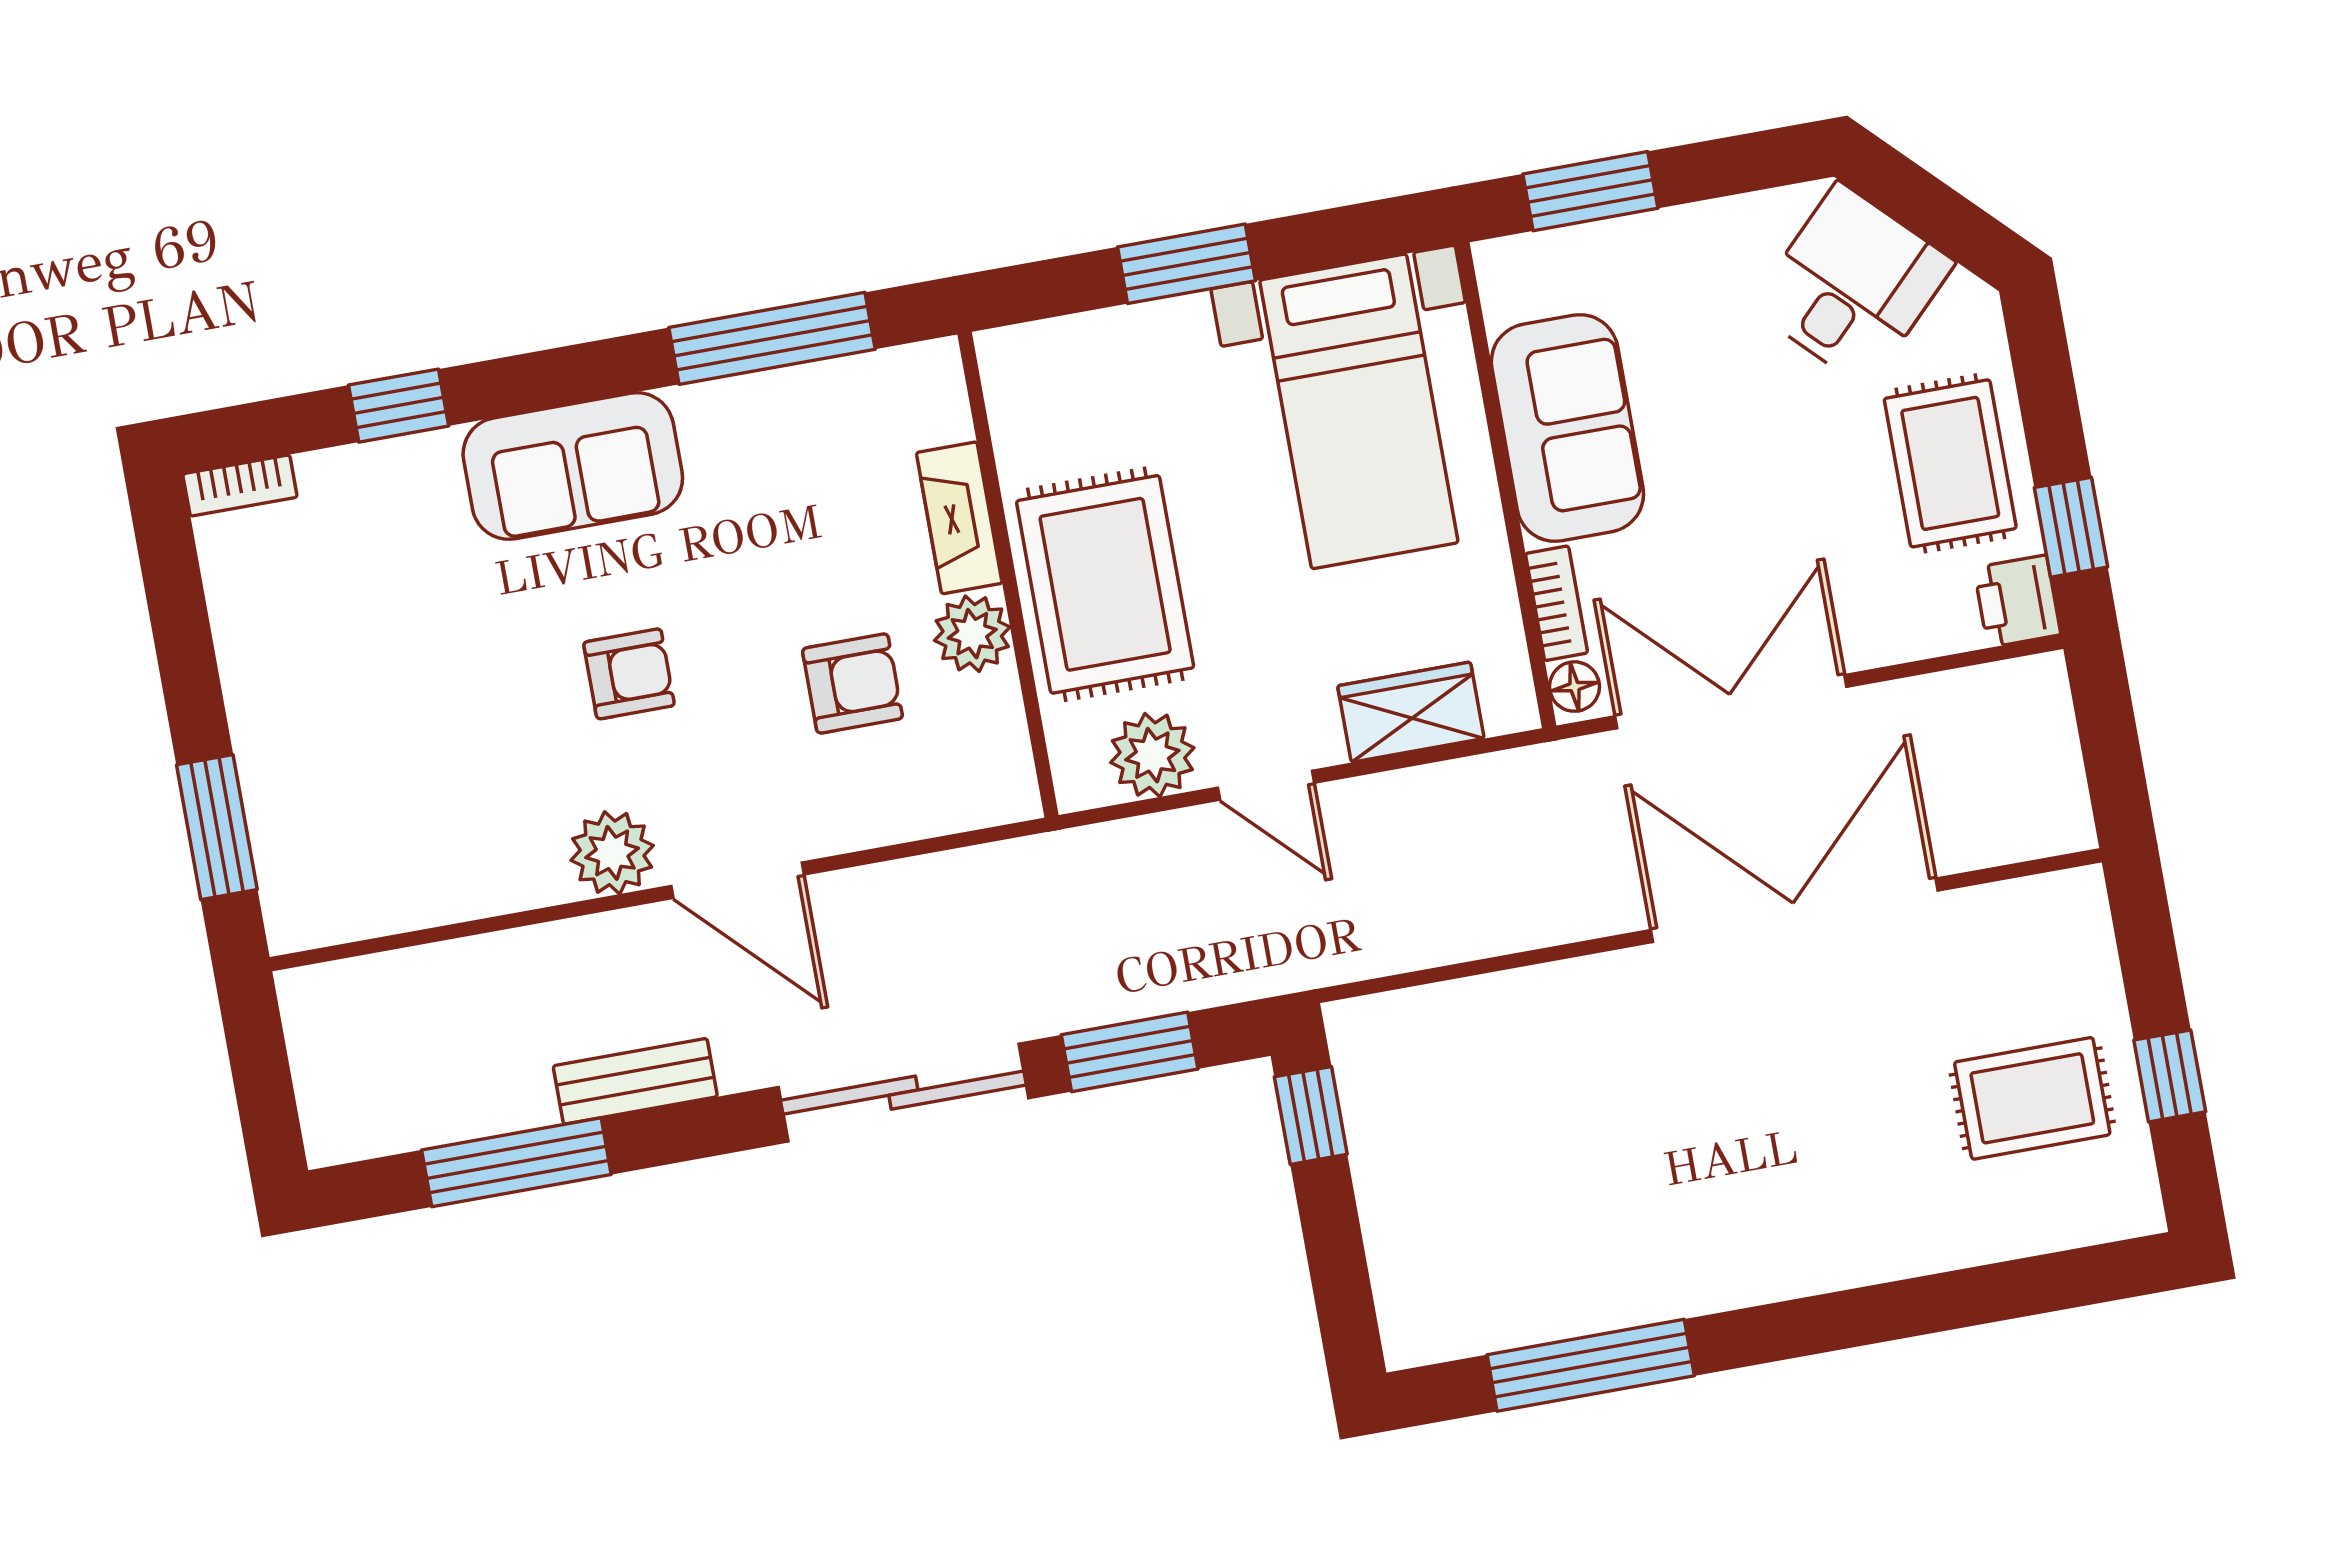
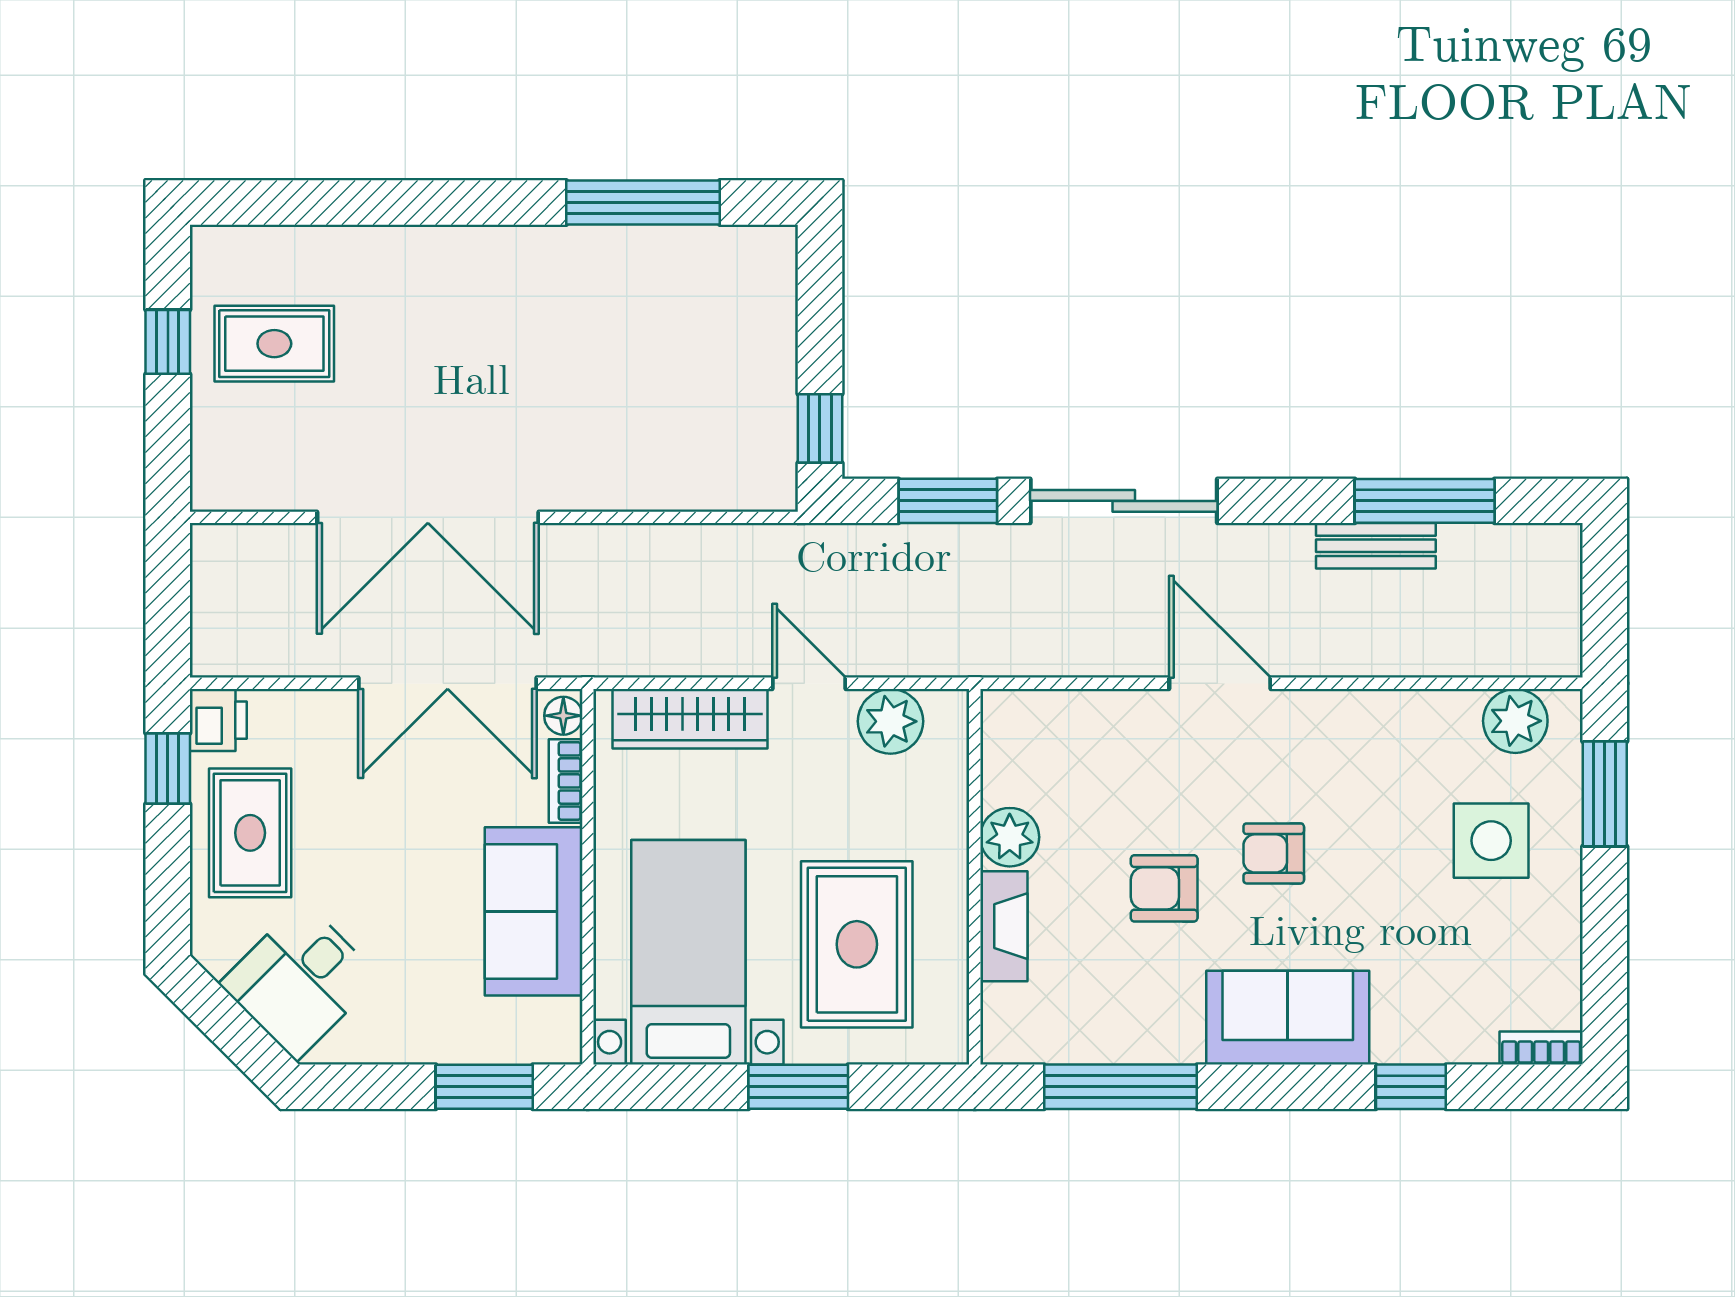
rug: (1105, 584) -> (857, 944), moved
armchair: (852, 683) -> (1164, 888), moved
wardrobe: (1411, 712) -> (690, 719), width x1.50
side table: (352, 741) -> (1491, 841), added
plant: (612, 853) -> (1515, 721), moved
bench: (635, 1081) -> (1376, 546), moved

